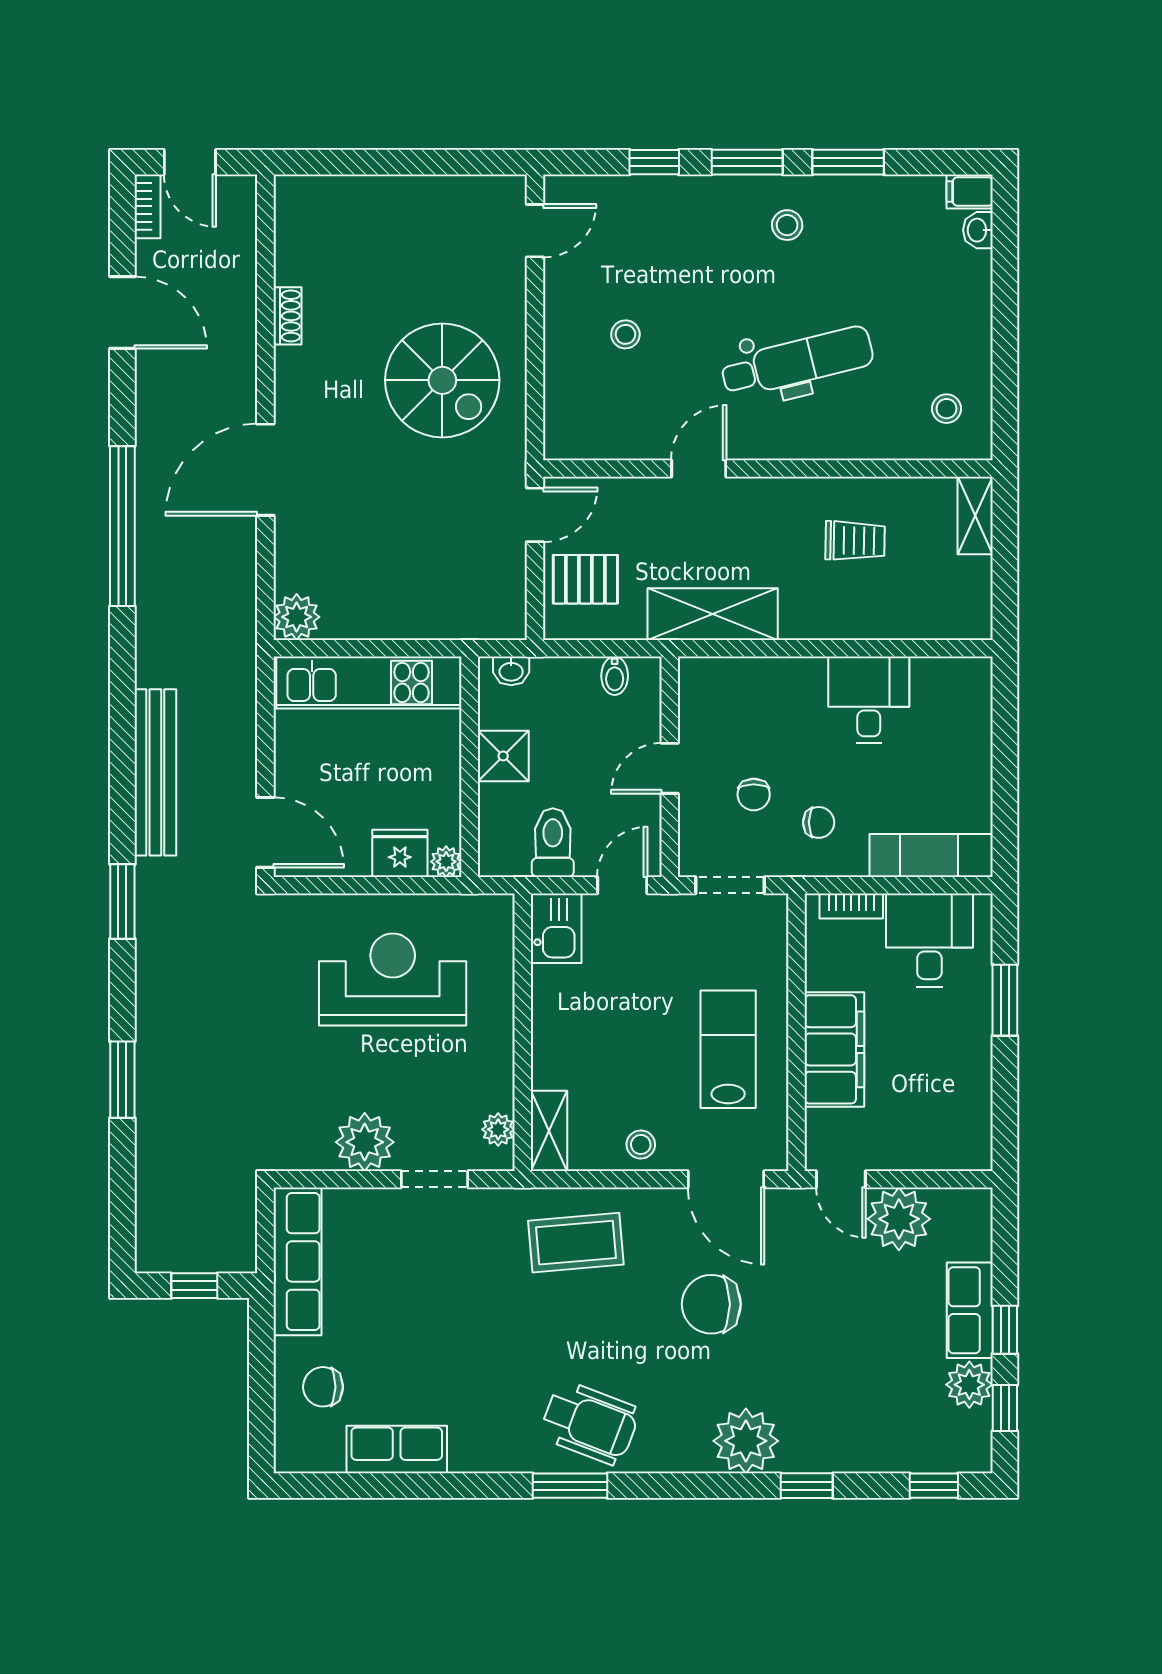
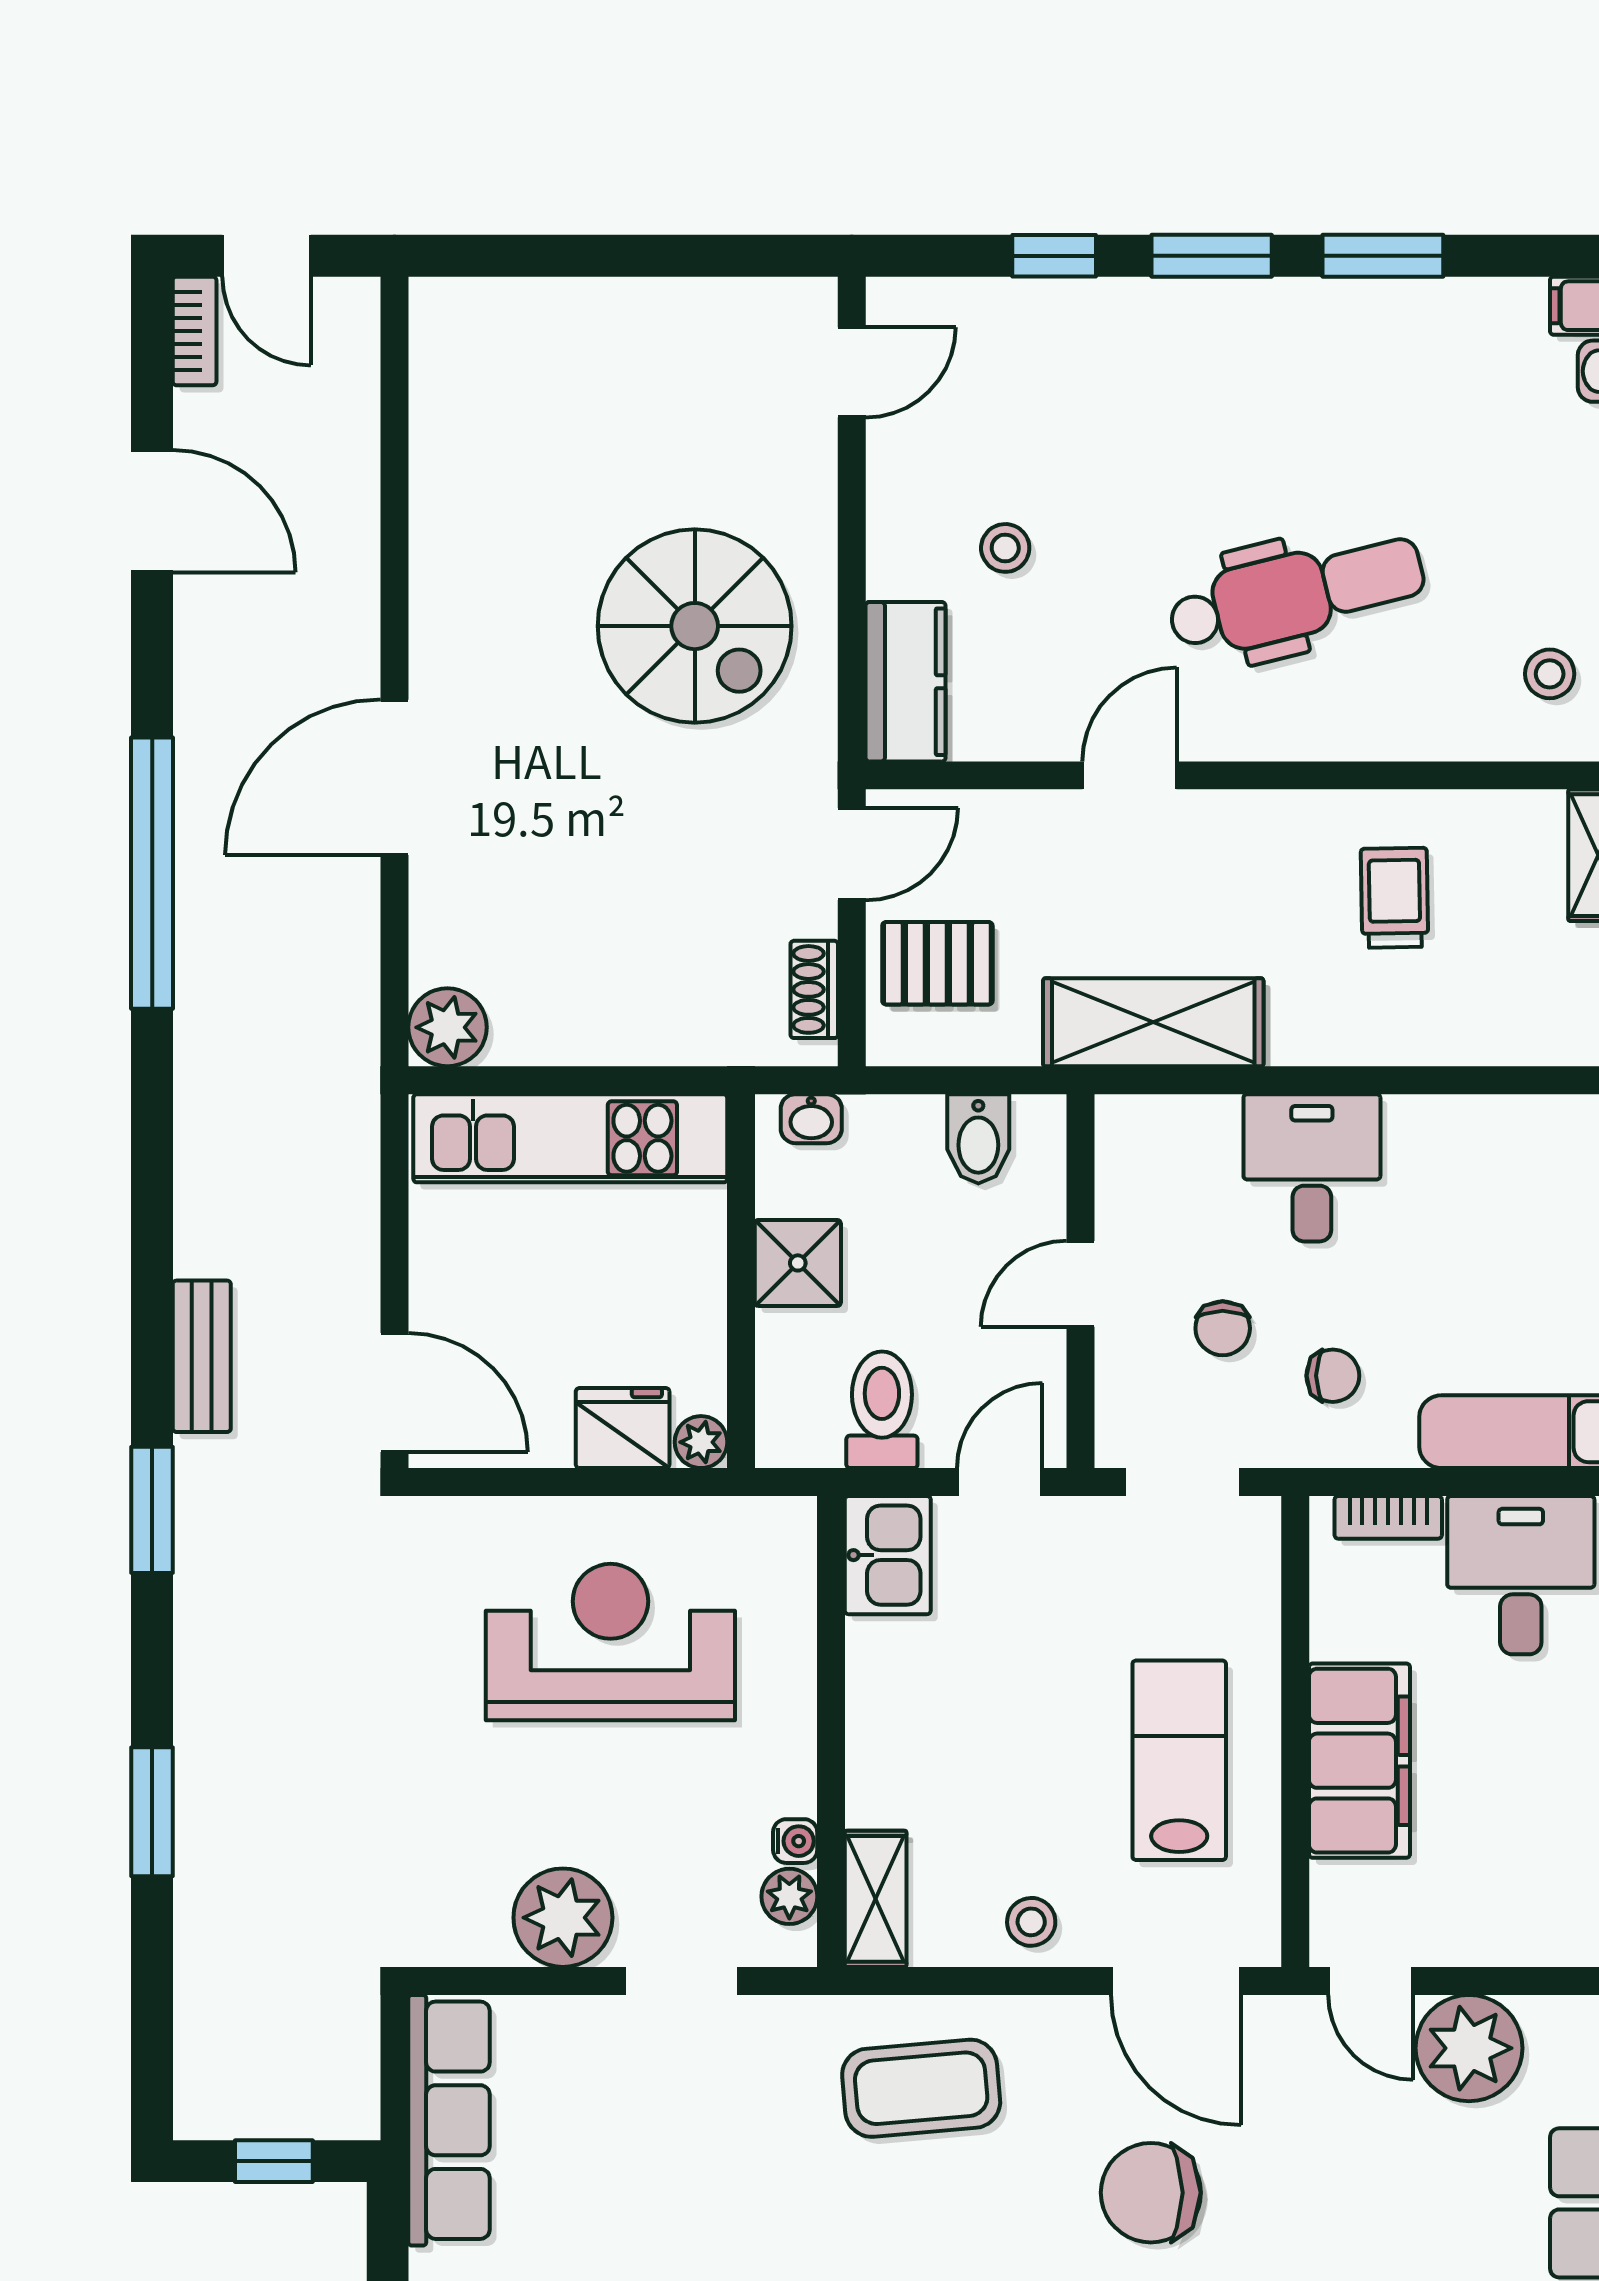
stool: (787, 225) -> (1279, 363), removed
shoe rack: (288, 316) -> (814, 989), moved, turned 180
kitchen counter: (567, 413) -> (906, 682), added
trolley: (855, 541) -> (1395, 898), turned -92
bidet: (615, 676) -> (978, 1139), width x1.38, depth x1.36
desk: (869, 700) -> (1312, 1168), moved
bench: (155, 772) -> (202, 1356), width x0.54, depth x0.82
water cooler: (502, 1097) -> (795, 1841), added

